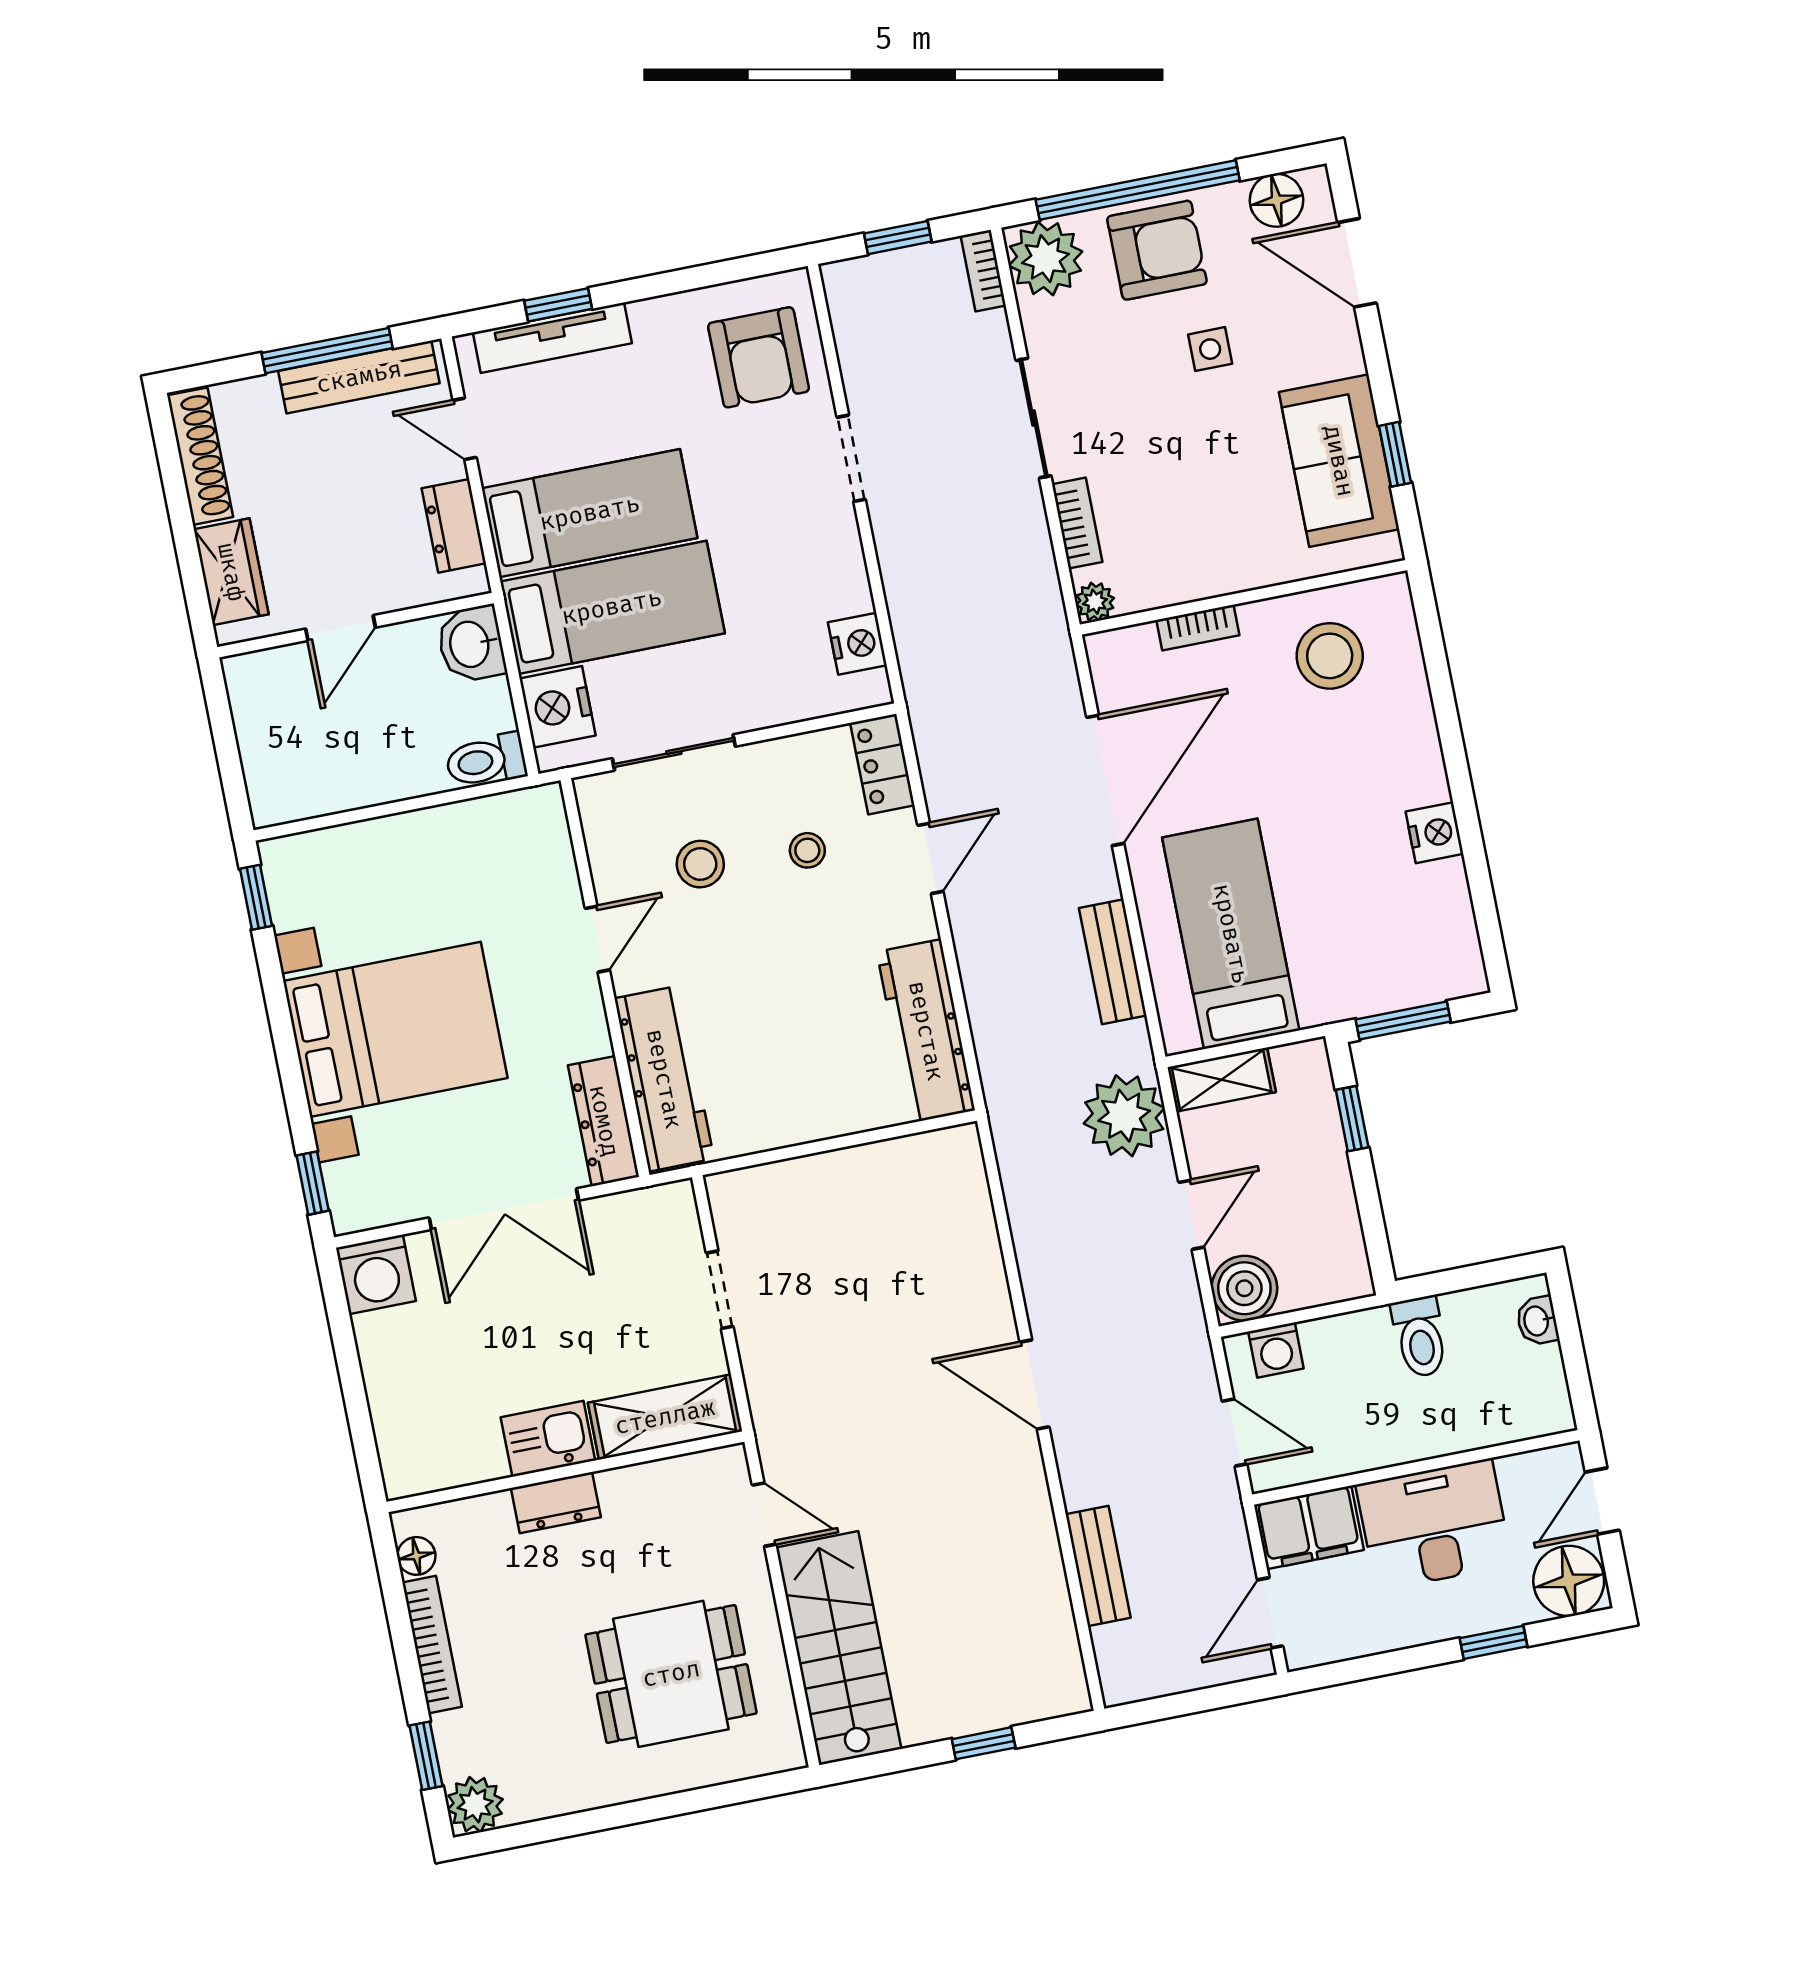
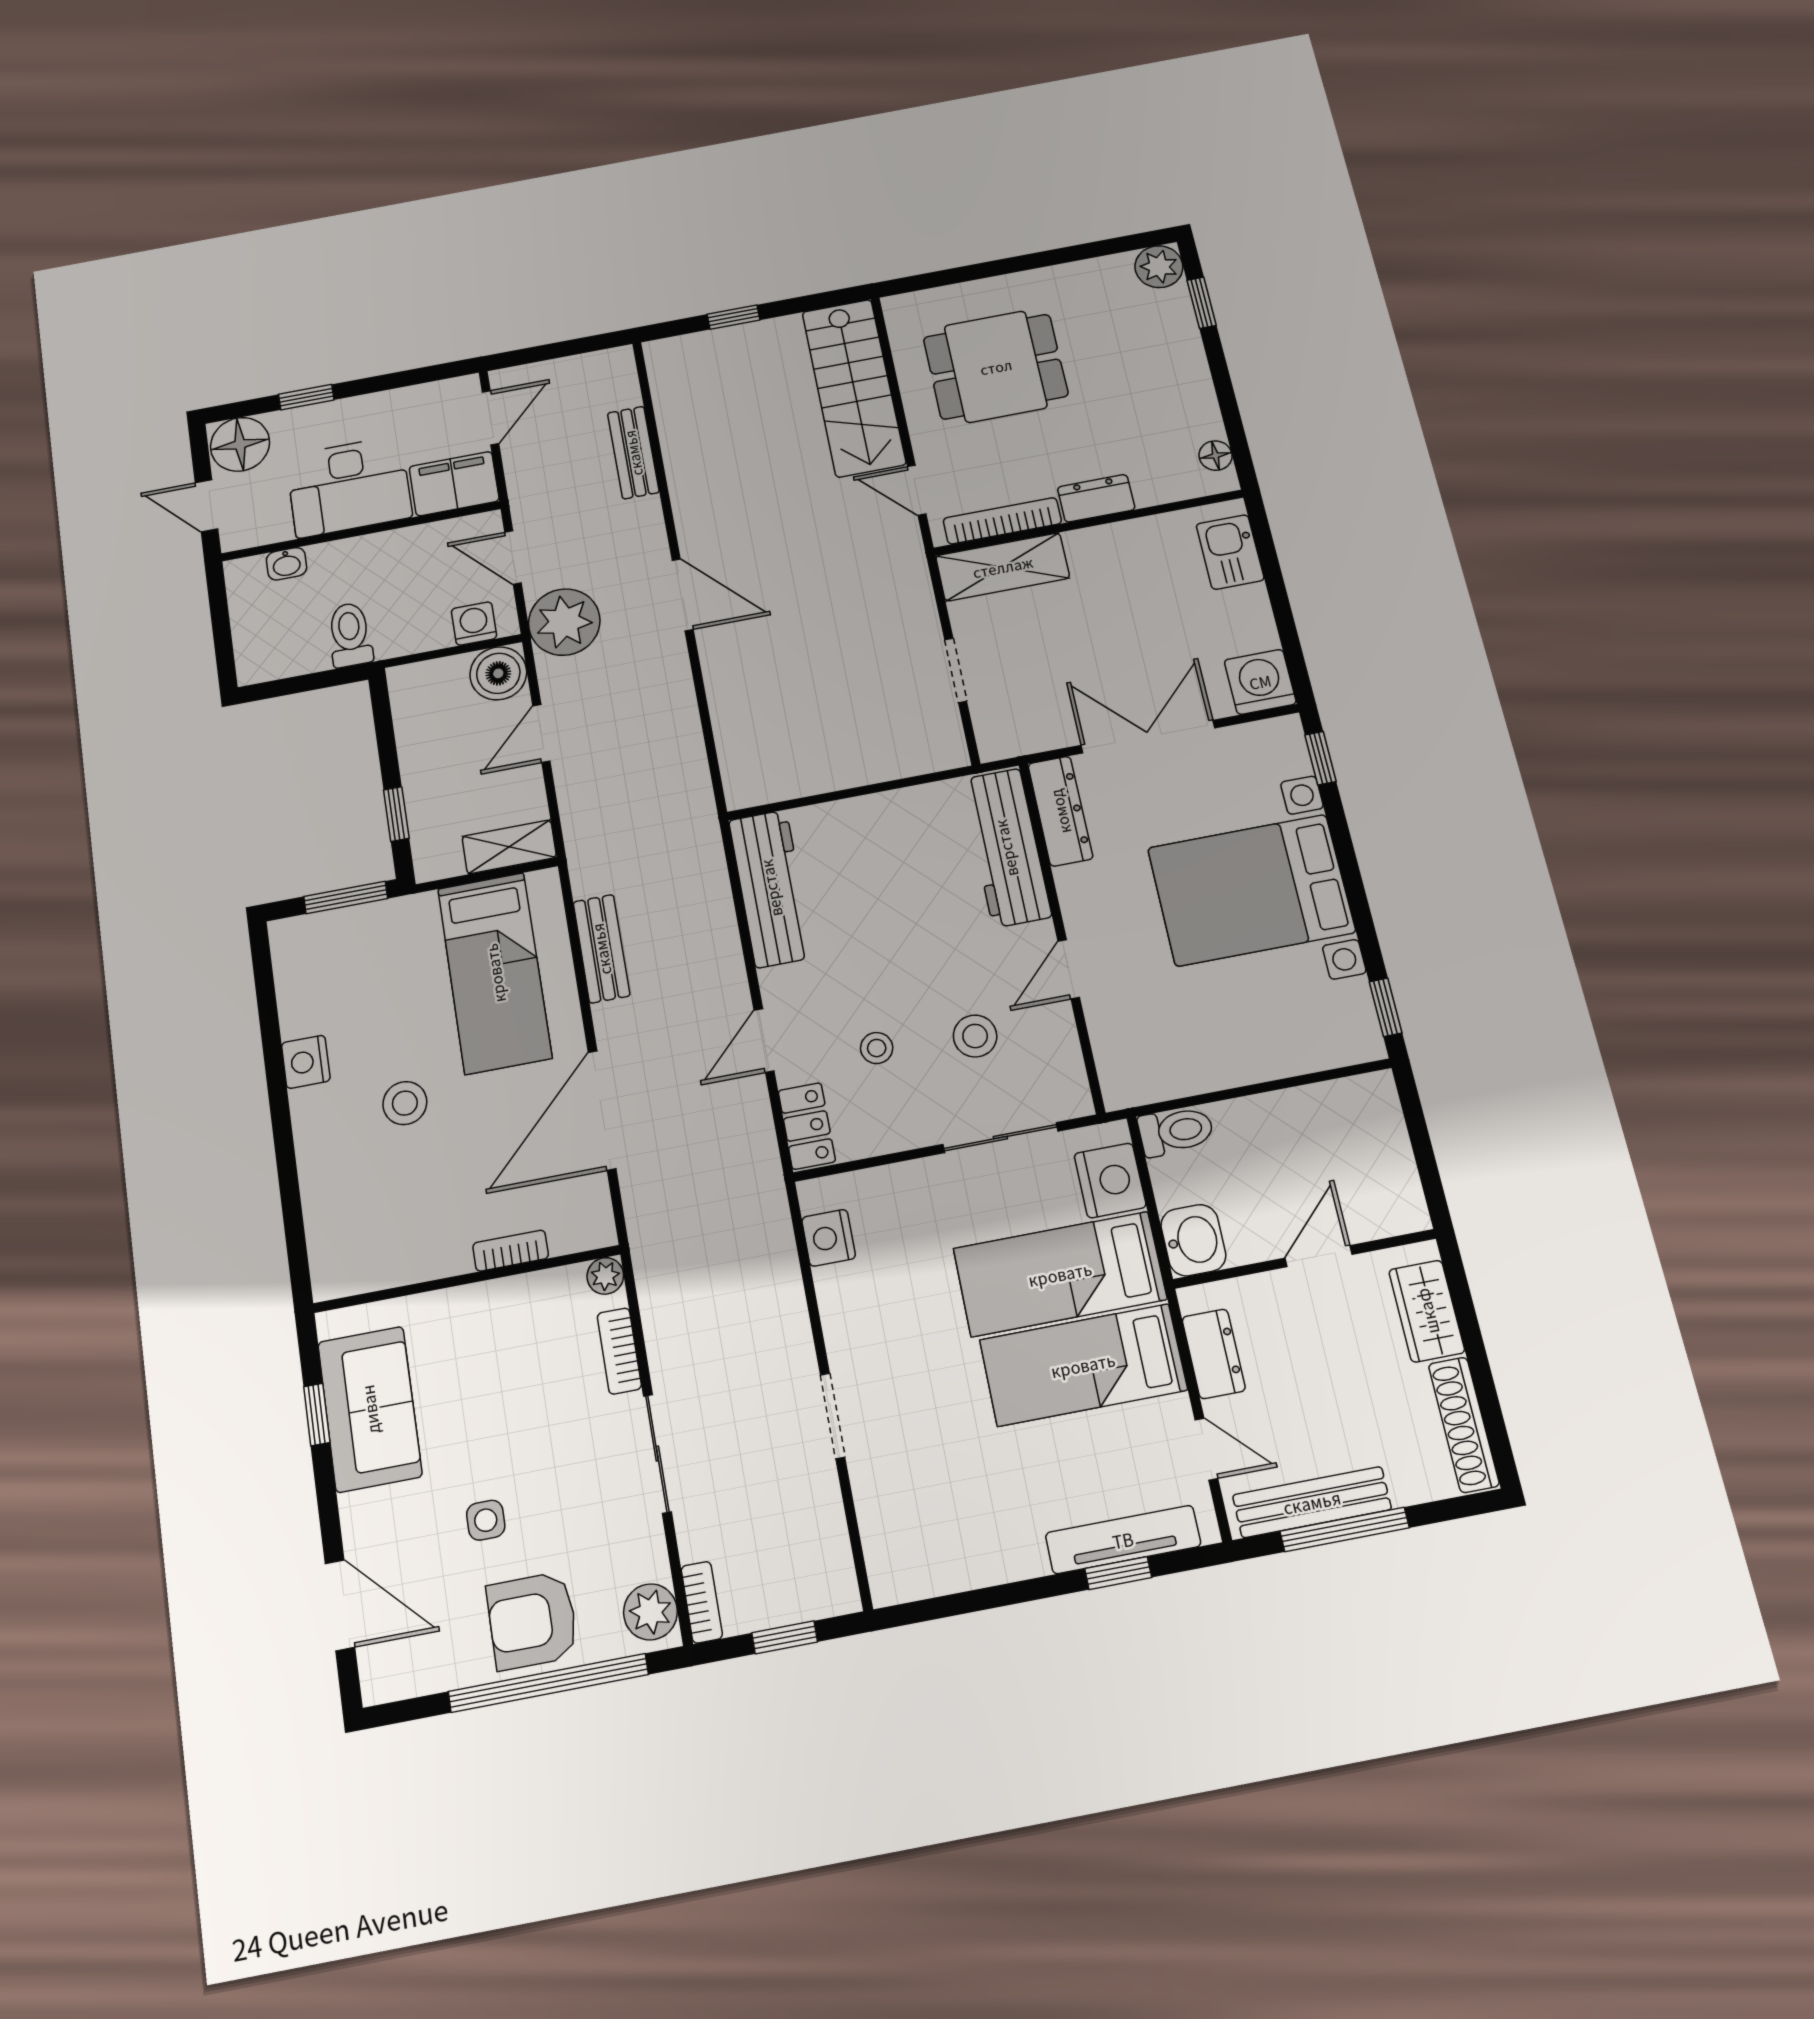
floor lamp: (1276, 200) -> (414, 1670), removed
plant: (1045, 259) -> (650, 1612), width x0.73, depth x0.73
armchair: (759, 357) -> (921, 1517), removed
stool: (1330, 656) -> (405, 1103), moved, width x0.73, depth x0.73
plant: (1124, 1116) -> (564, 622), moved
washbasin: (1537, 1321) -> (287, 564), moved, turned 90
kitchen sink: (548, 1439) -> (1230, 552), moved, turned 90
door: (1602, 1501) -> (207, 506), swing flipped
bookcase: (432, 1645) -> (1002, 521), moved, turned 90

